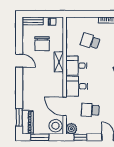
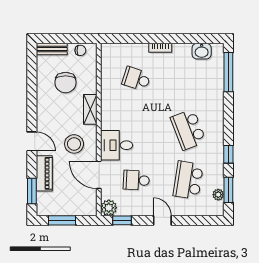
door: (19, 61) -> (32, 141), moved
desk: (76, 66) -> (116, 115), removed
piano: (28, 122) -> (44, 173), moved
stool: (55, 126) -> (74, 144), moved

